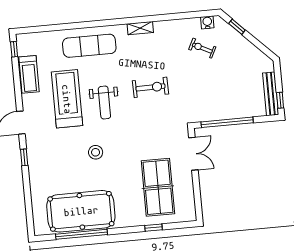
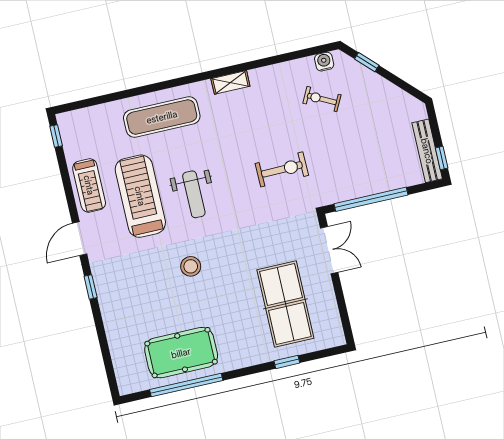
treadmill: (29, 74) -> (89, 185), moved
exercise bike: (151, 87) -> (282, 169), moved
pool table: (81, 211) -> (181, 353), width x0.73, depth x0.76

